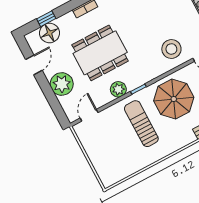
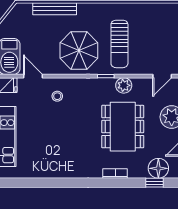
stool: (171, 49) -> (57, 96), width x0.53, depth x0.53
dining table: (100, 53) -> (123, 127), turned 90

